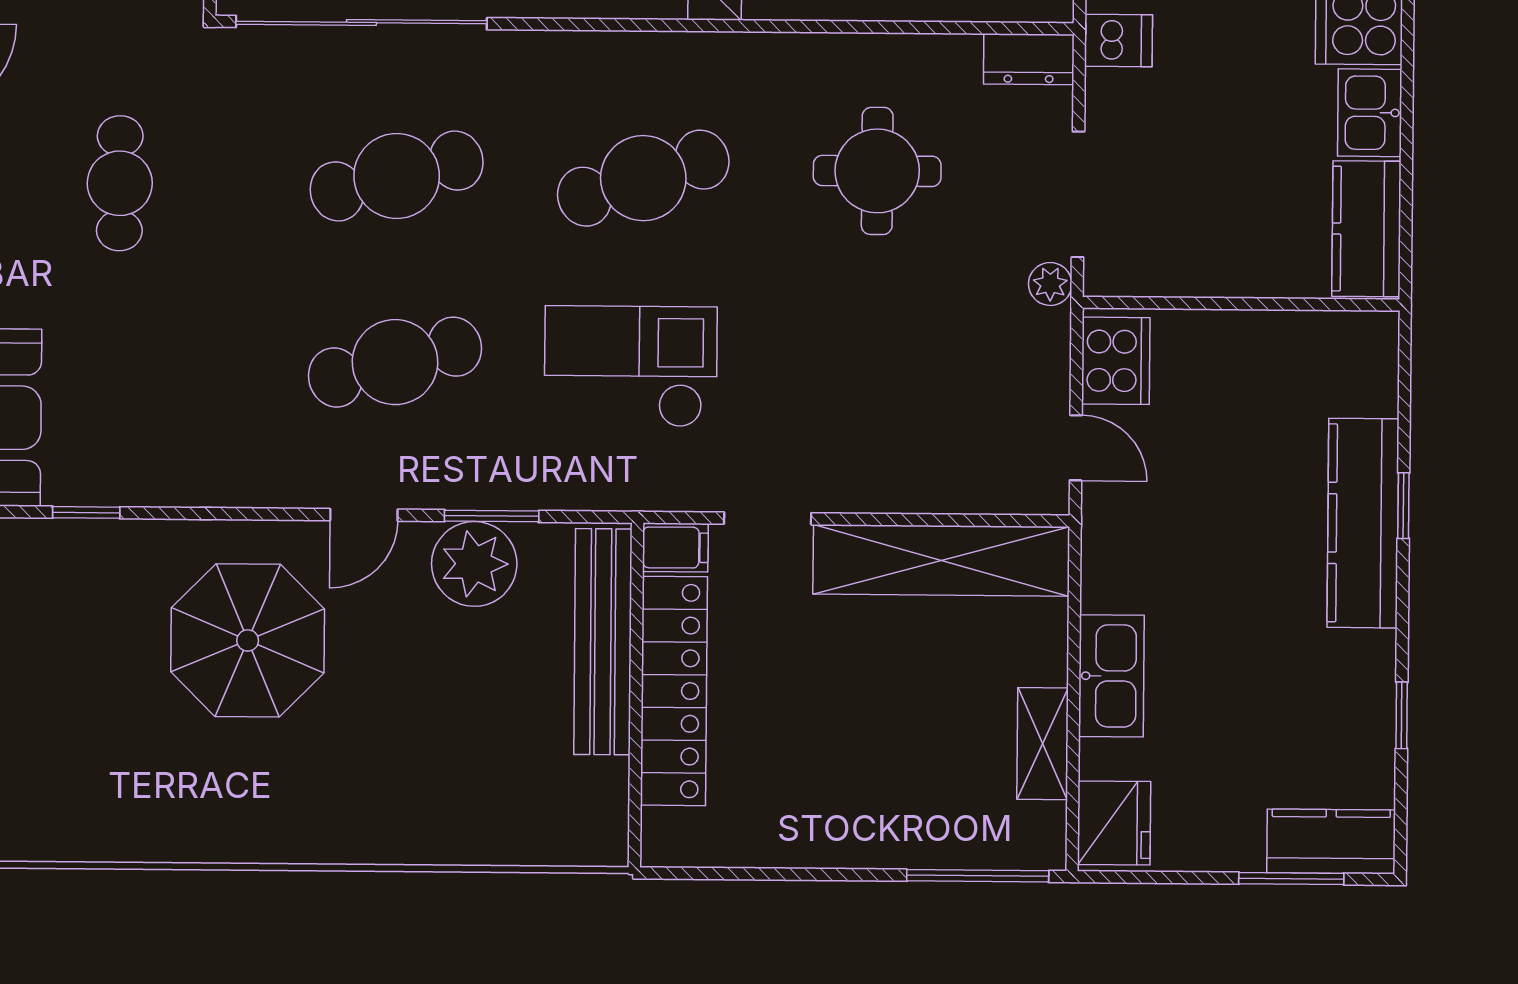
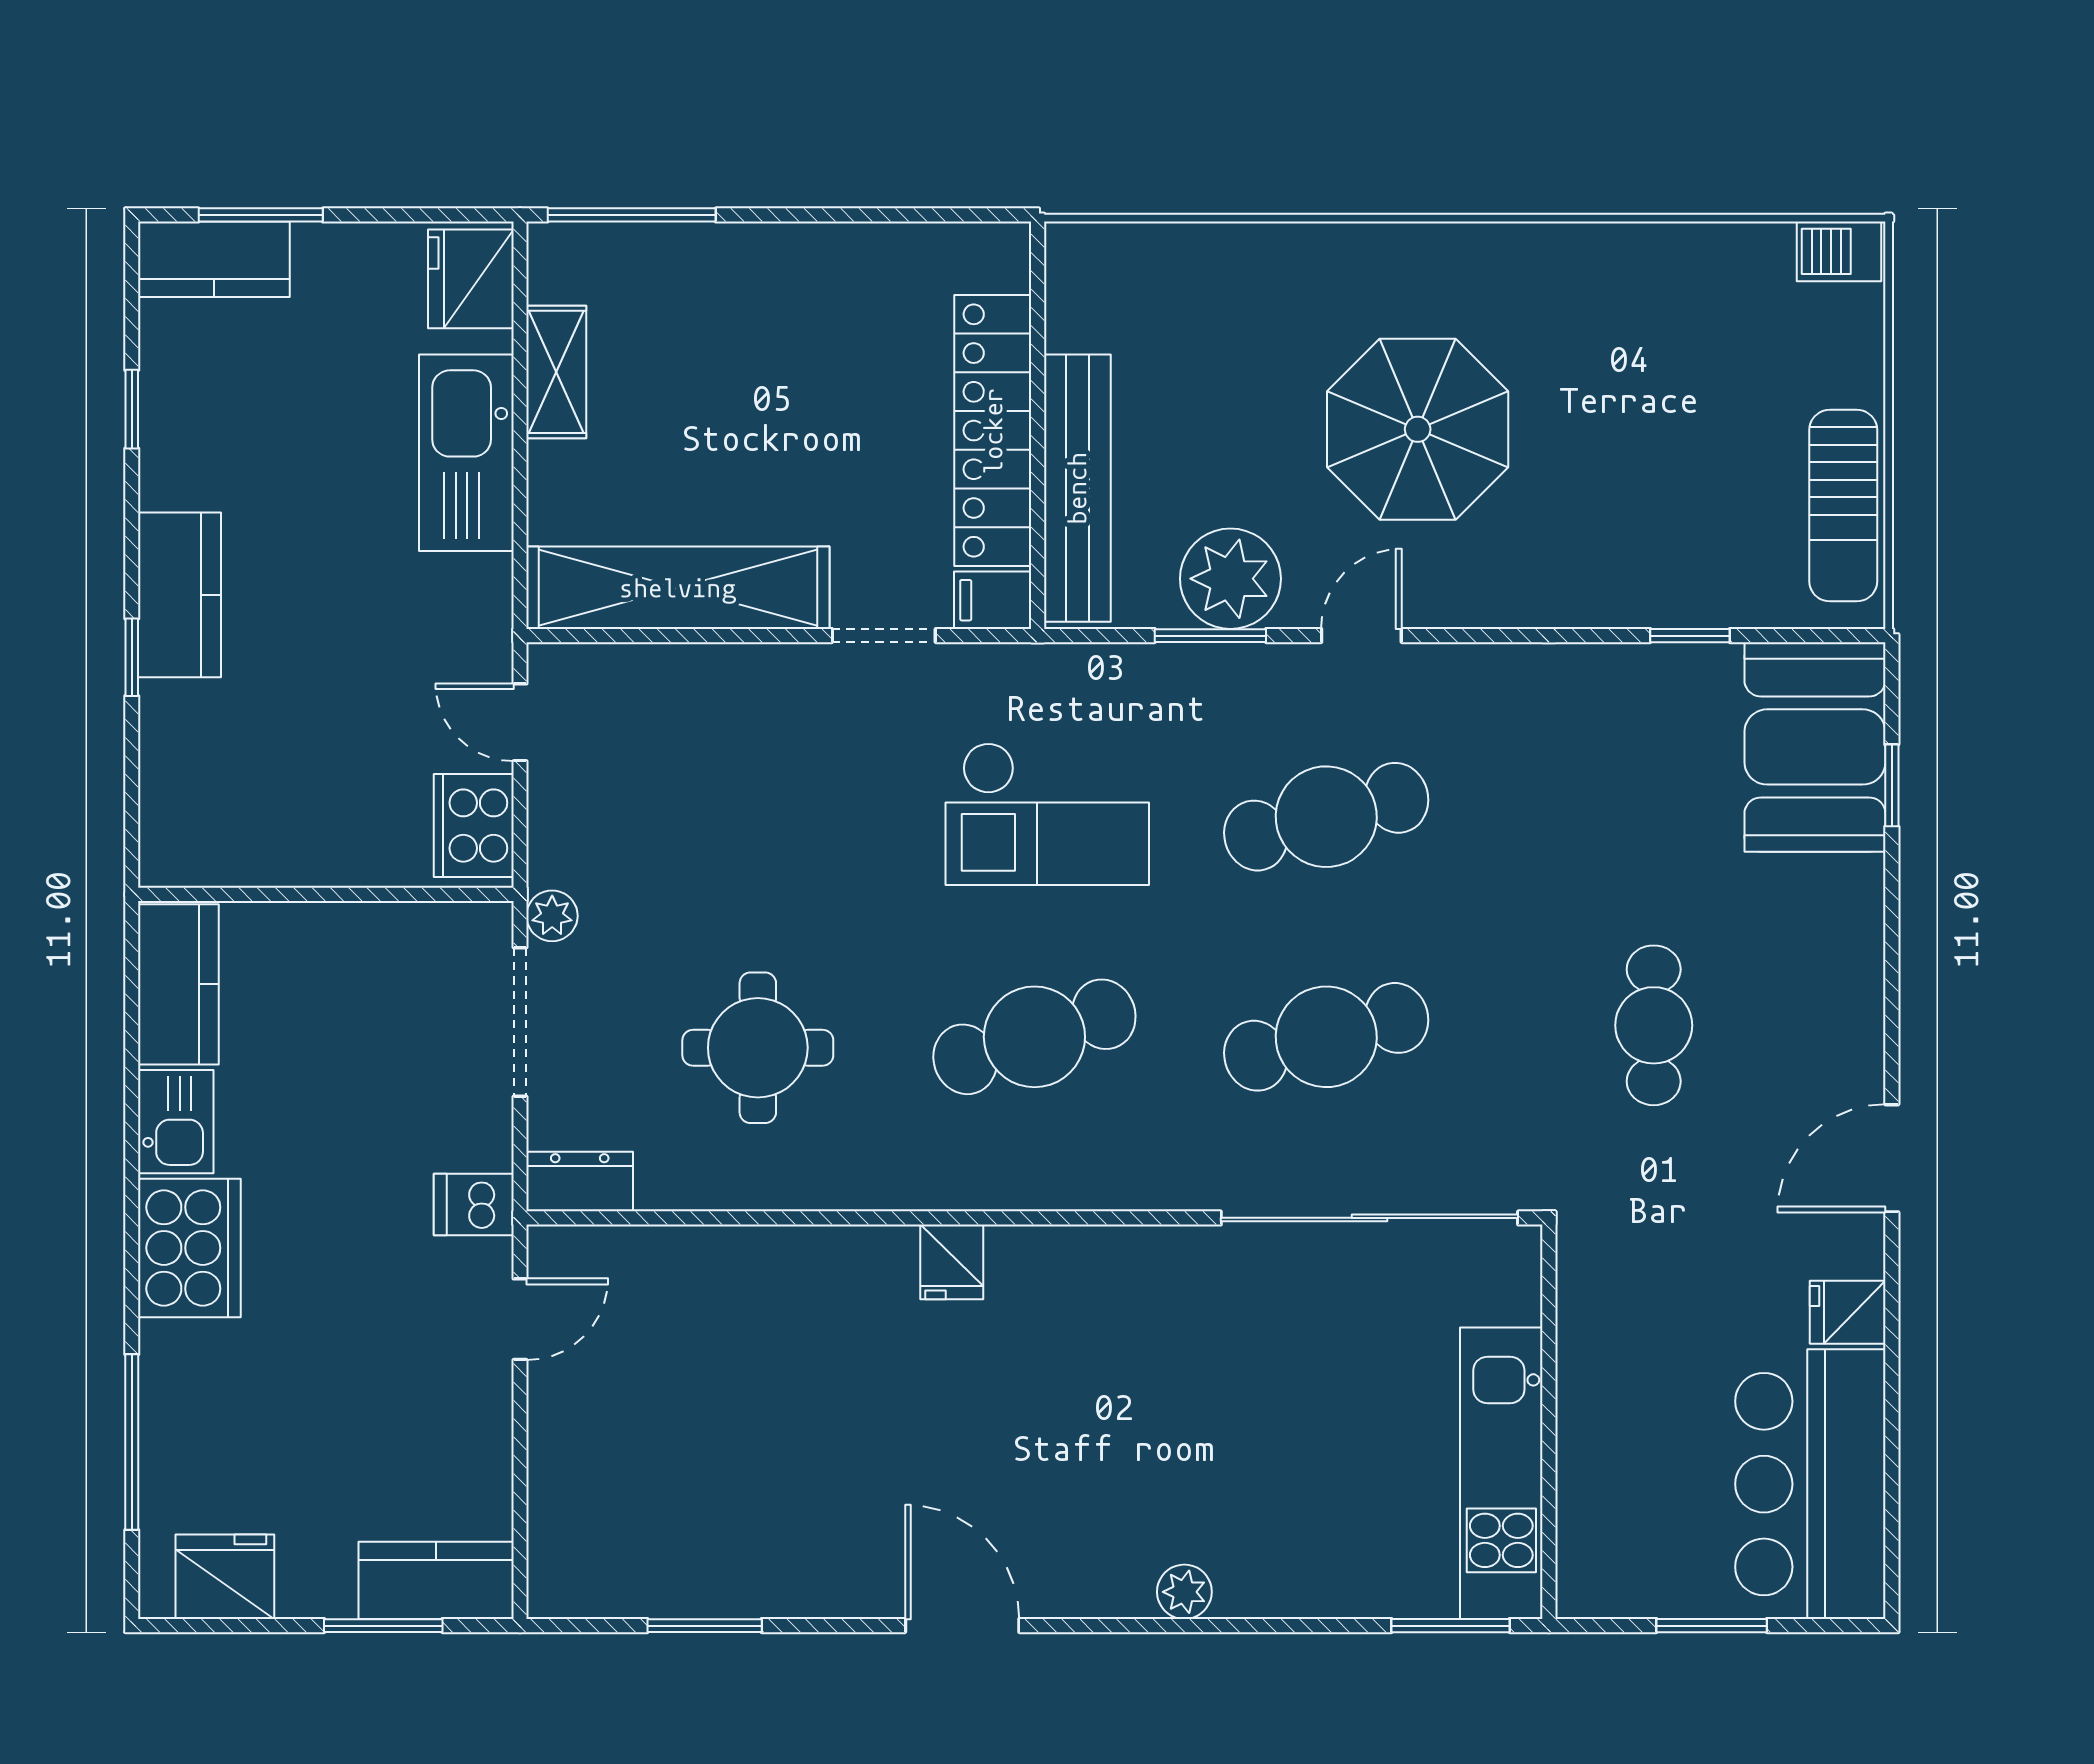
kitchen counter: (1363, 523) -> (180, 595), width x0.67
parasol: (248, 640) -> (1418, 429), moved
kitchen sink: (1111, 676) -> (466, 453), width x1.36, depth x1.24

